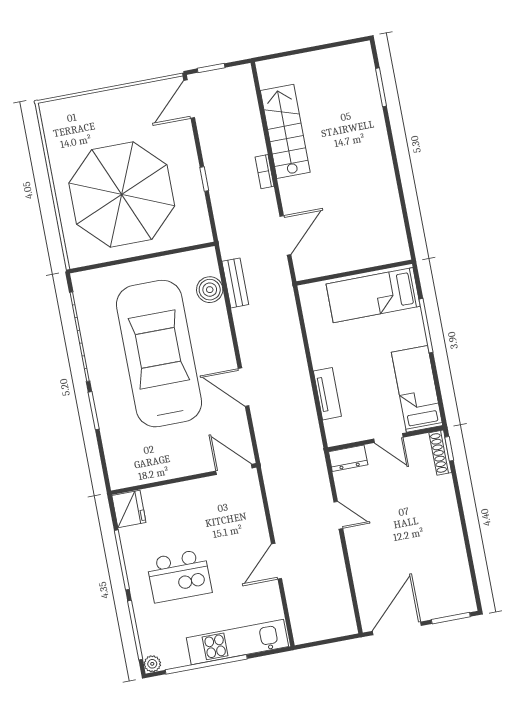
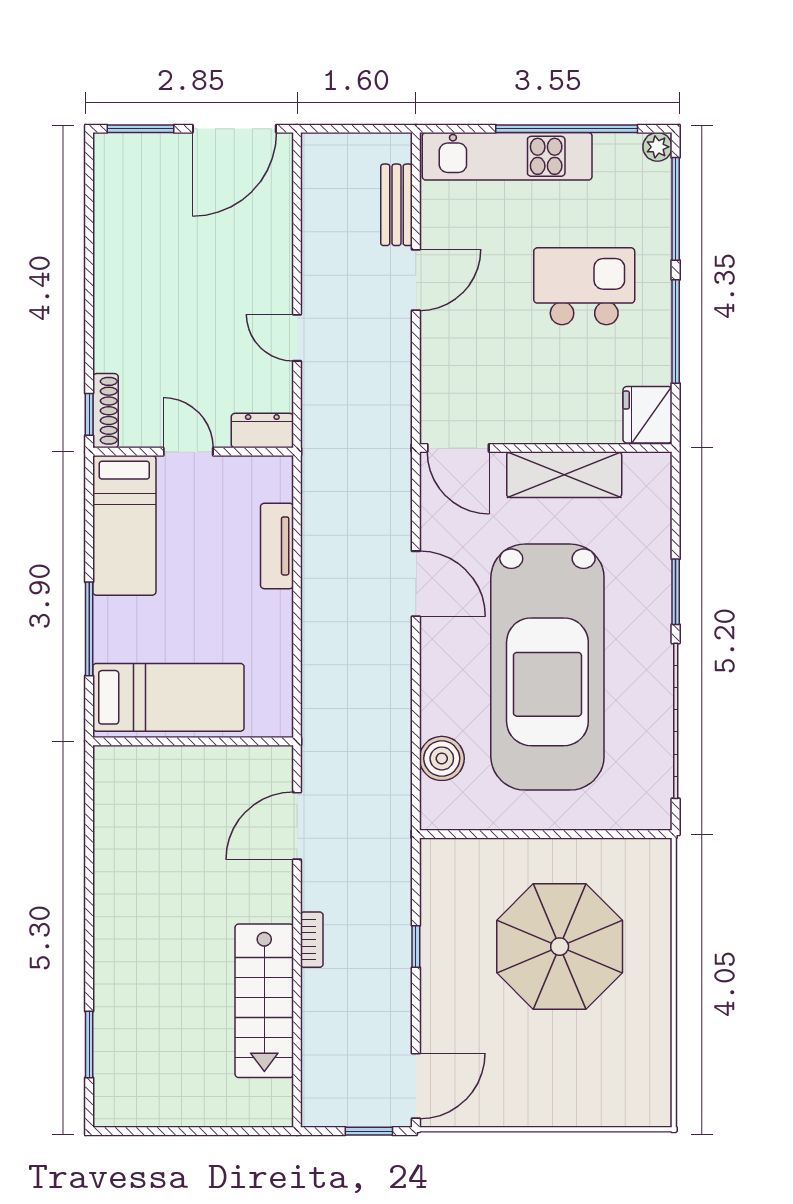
parasol: (122, 195) -> (560, 947), width x0.73, depth x0.73
bench: (235, 283) -> (396, 205), moved
shelving: (170, 466) -> (564, 475), added

